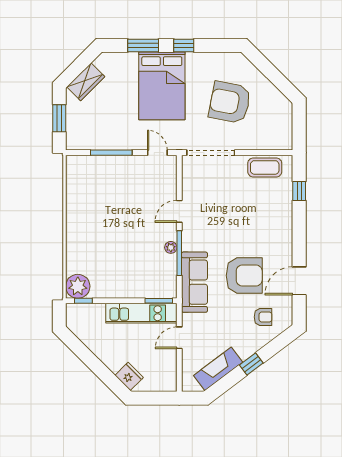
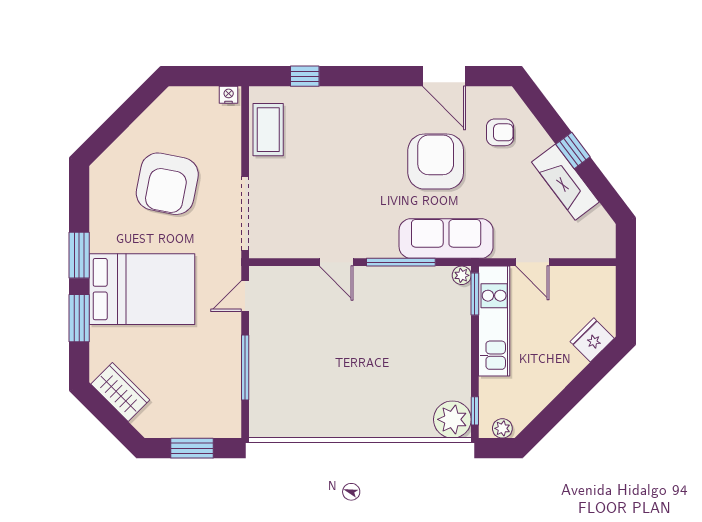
window: (184, 46) -> (79, 255), width x1.50
wardrobe: (86, 82) -> (120, 392), moved
nightstand: (287, 142) -> (229, 95), added
plant: (171, 247) -> (462, 275), moved
armchair: (263, 317) -> (500, 132), turned 90
plant: (72, 319) -> (502, 428), added
fireplace: (218, 369) -> (565, 182), moved

